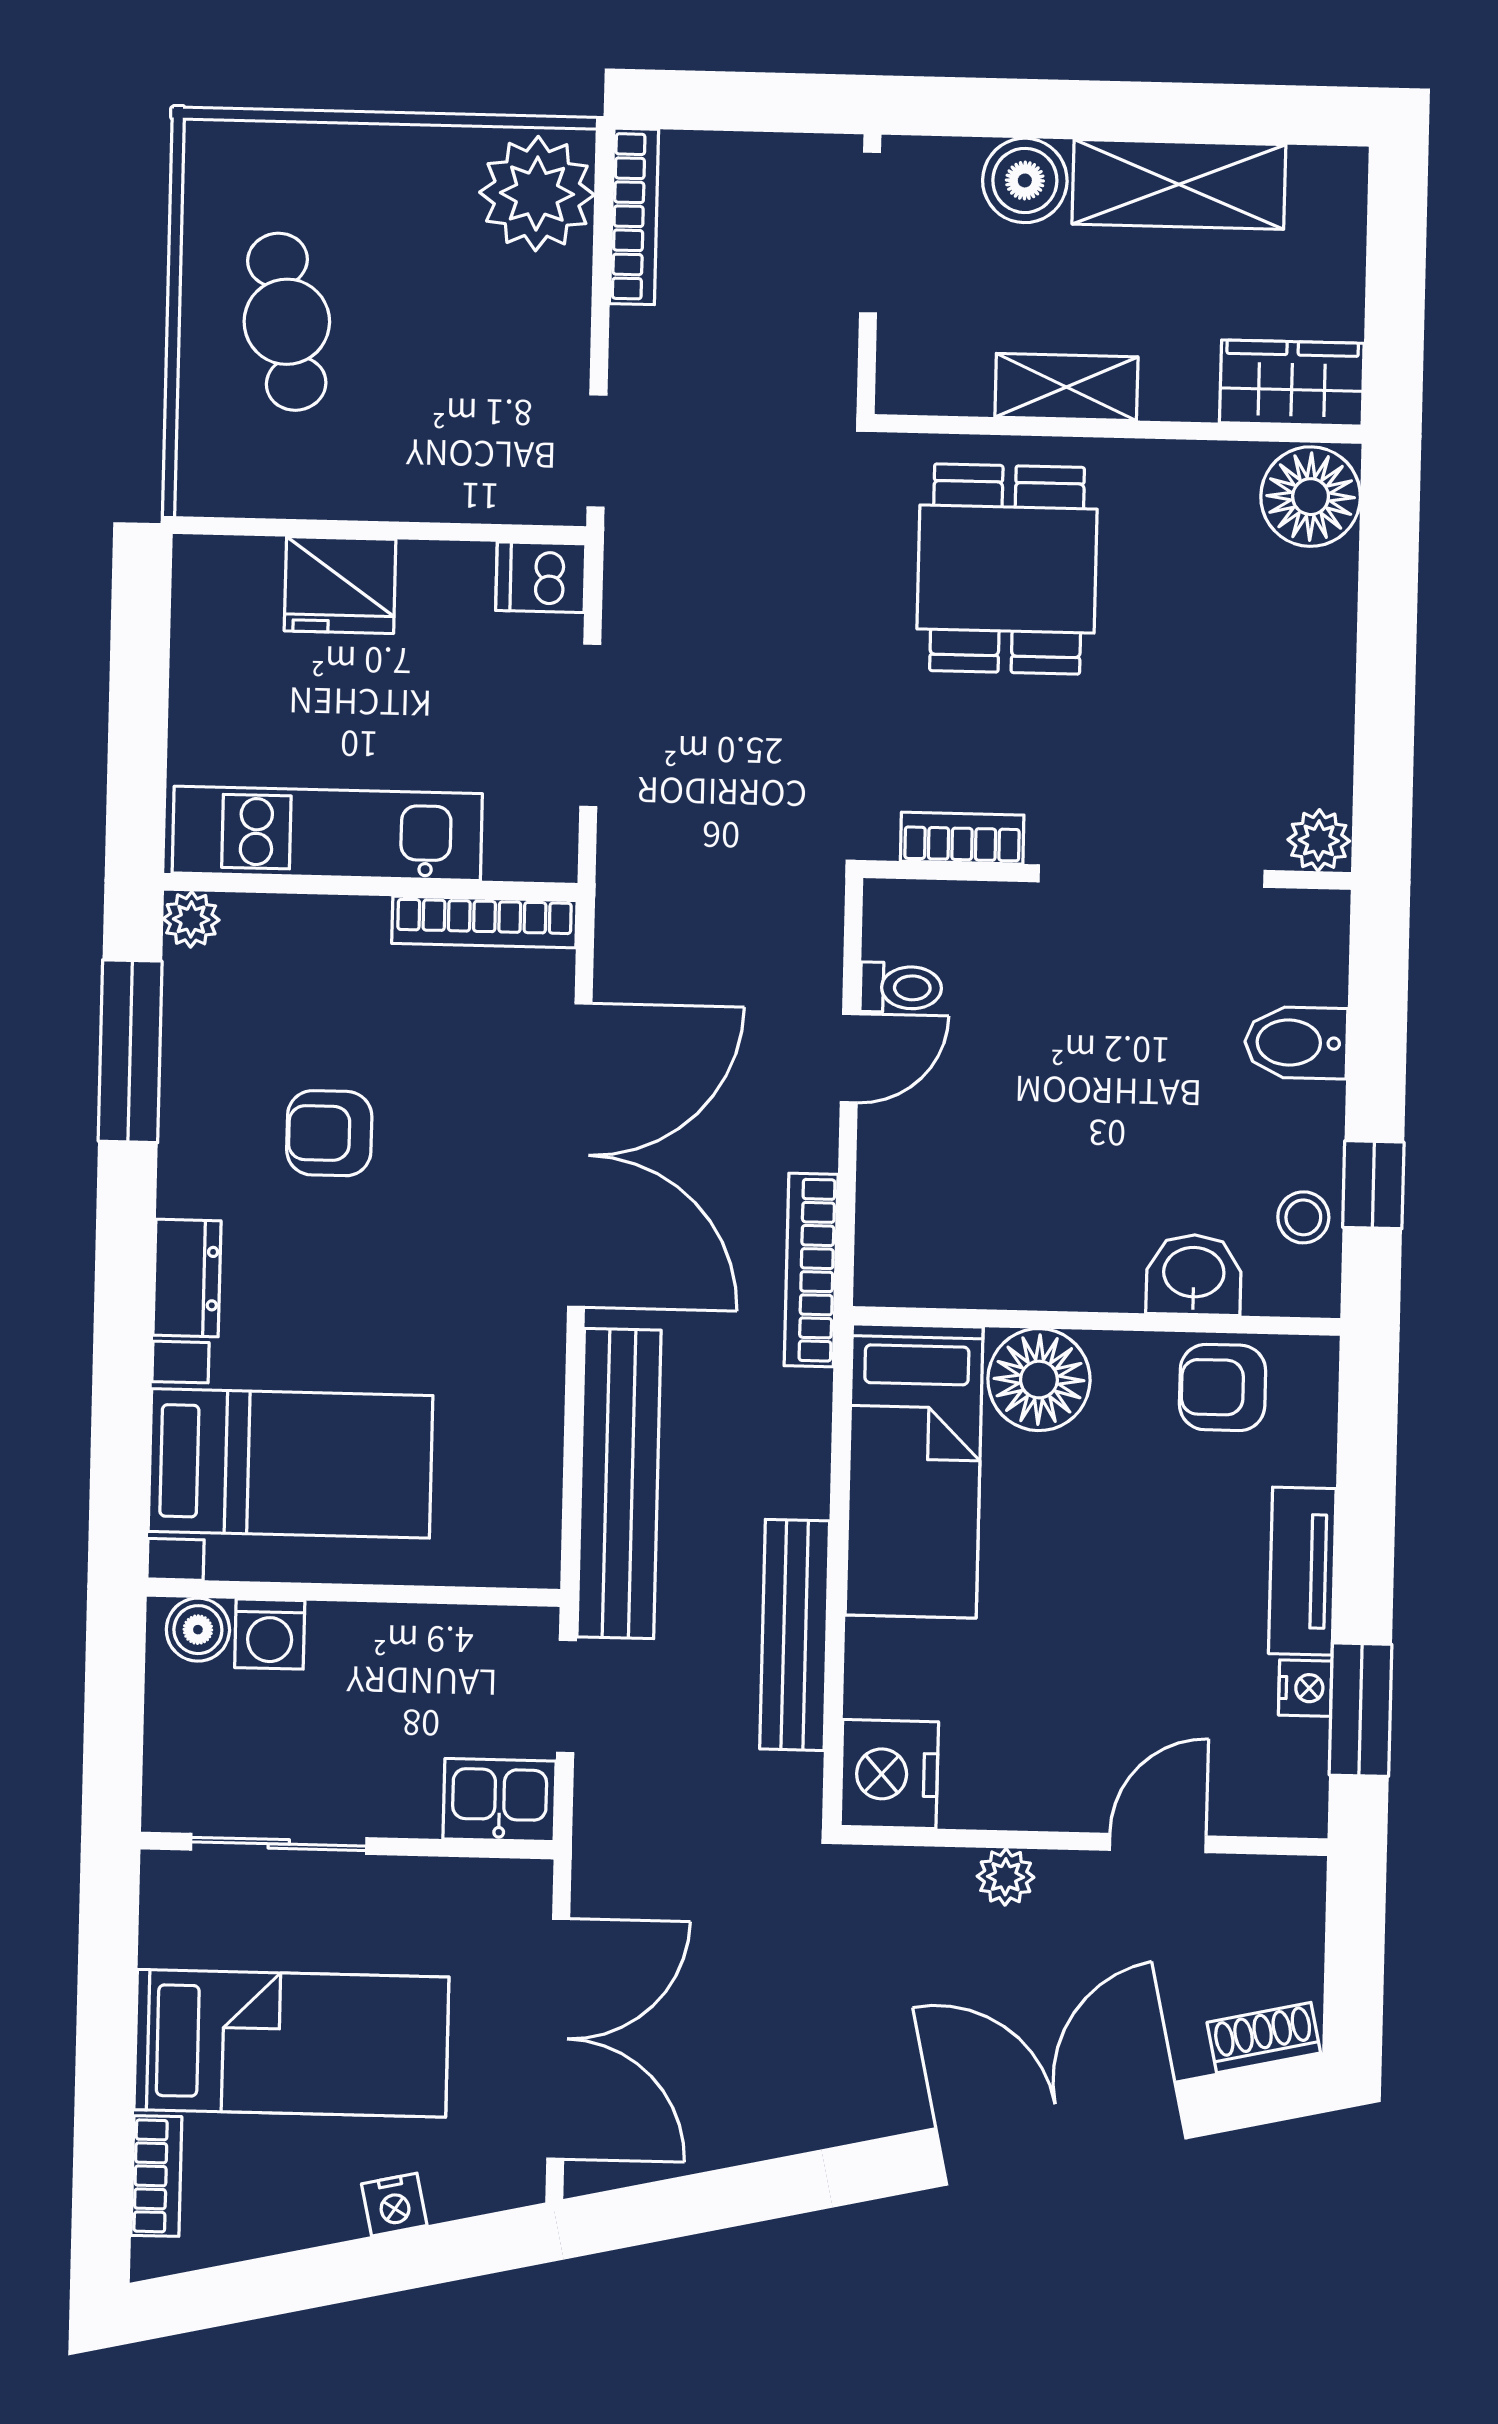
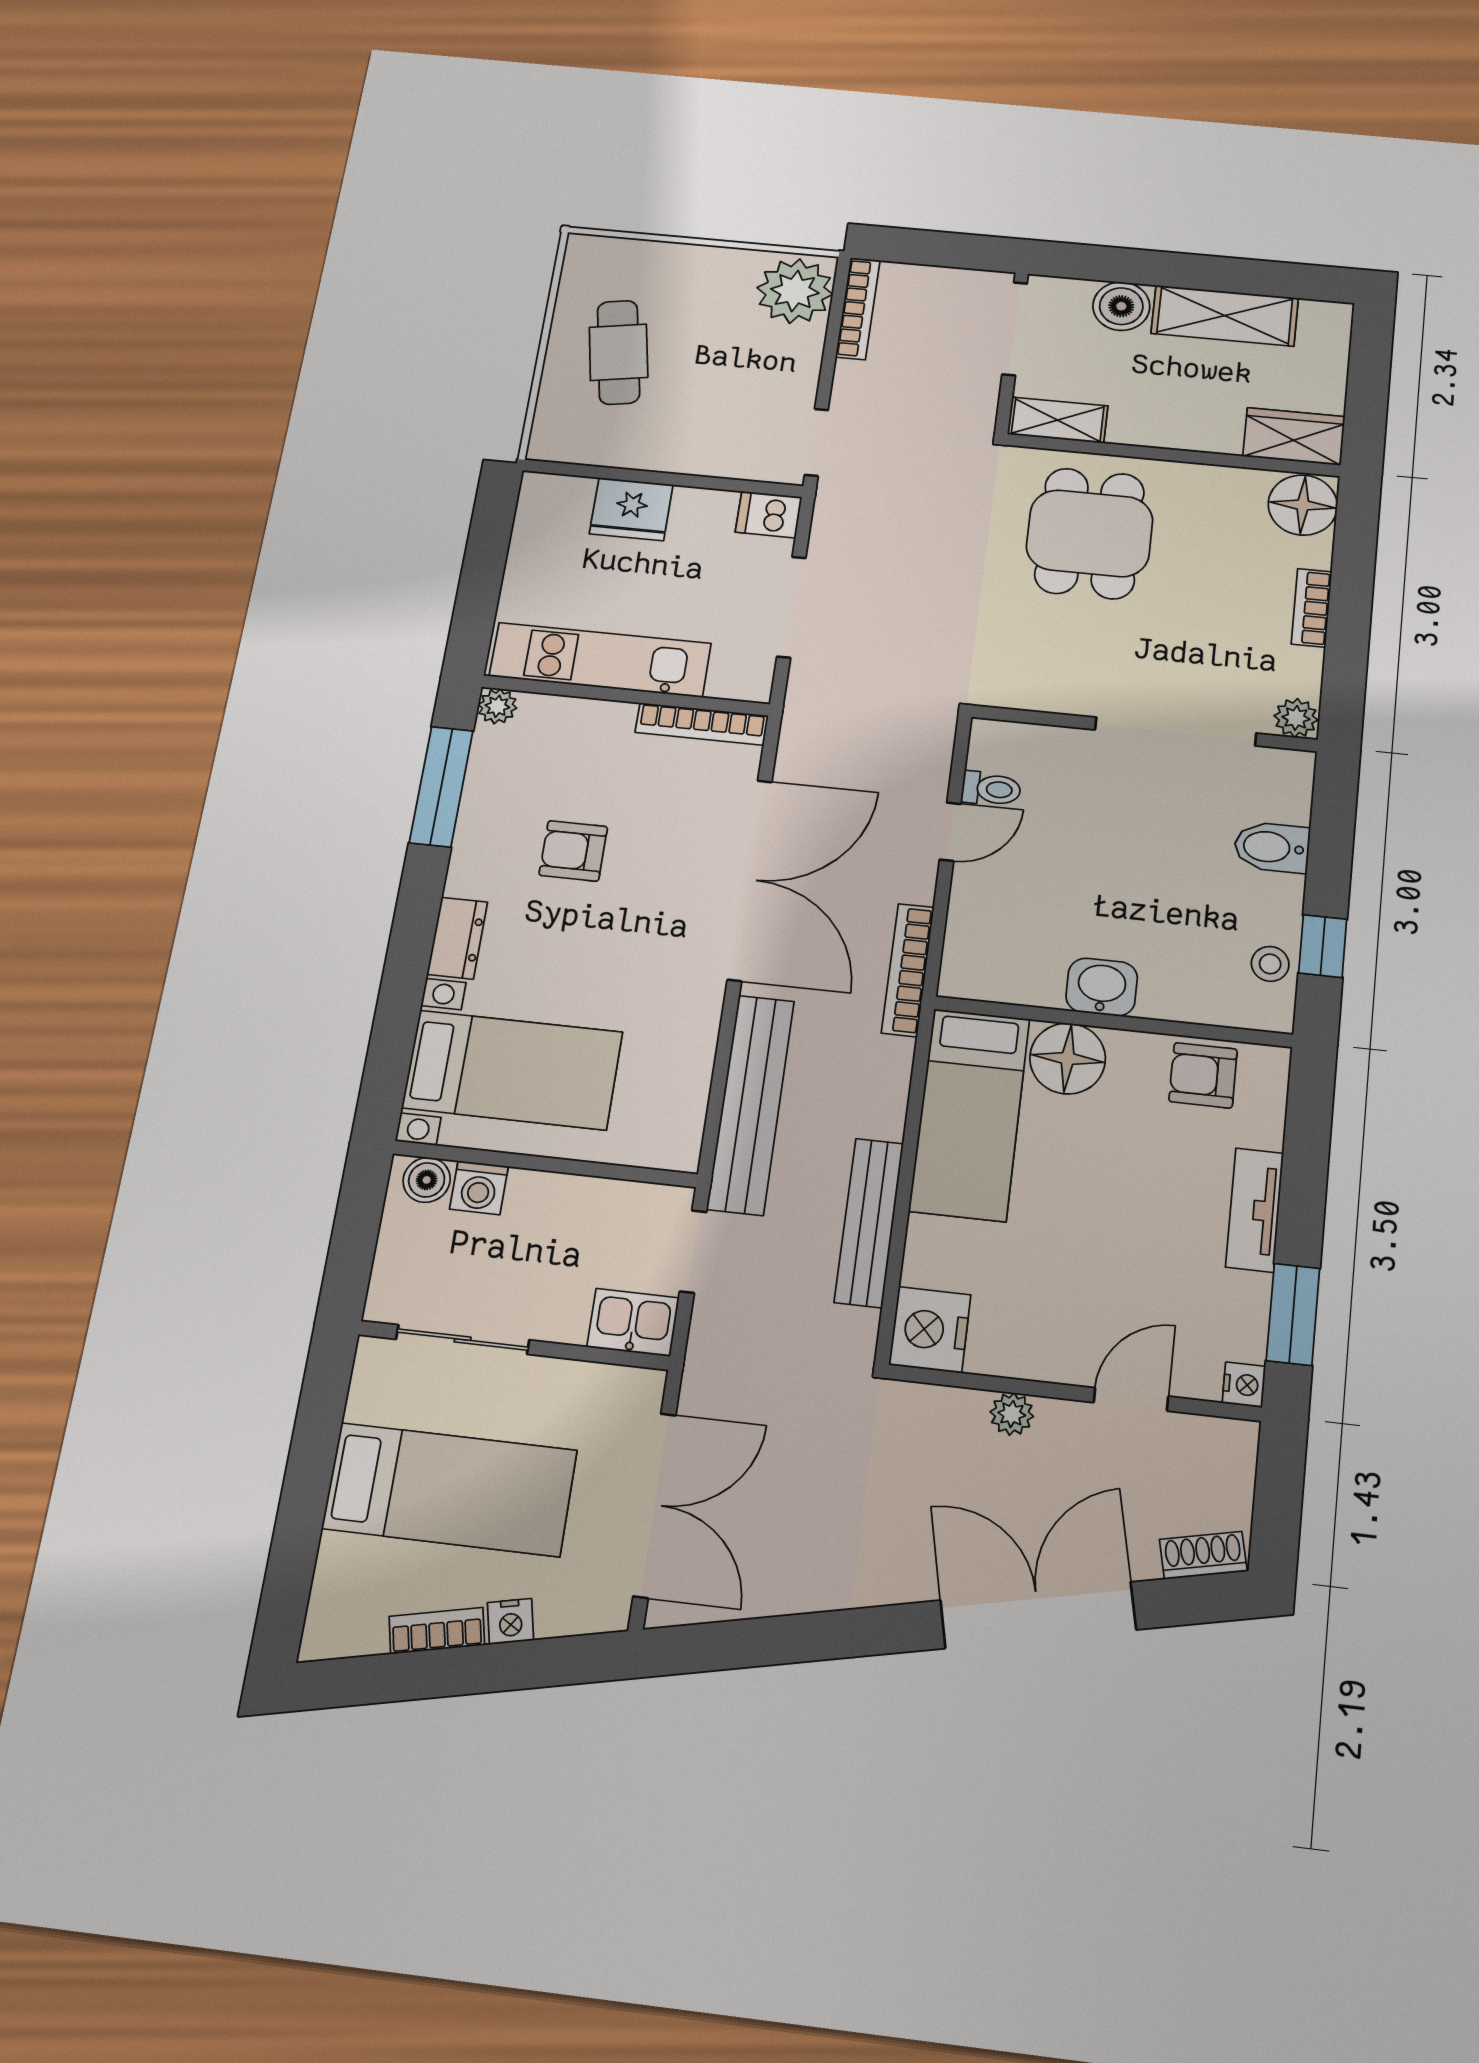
shelving: (1066, 387) -> (1058, 420), moved
bookcase: (962, 838) -> (1312, 608), moved, turned -90
washbasin: (1194, 1275) -> (1102, 987), moved
nightstand: (1305, 1688) -> (1244, 1385), moved
bookcase: (156, 2176) -> (437, 1631), moved, turned -102

